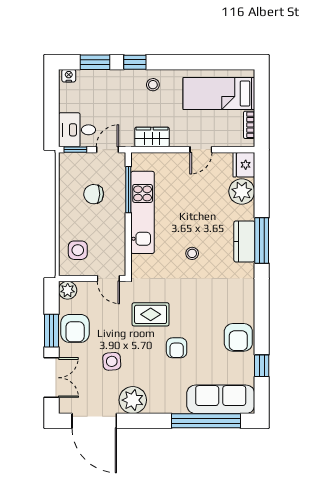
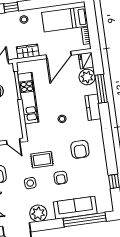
door: (201, 150) -> (59, 55), width x1.87
window: (262, 240) -> (101, 89), moved
armchair: (238, 337) -> (80, 149), moved
side table: (112, 361) -> (30, 183), moved
sofa: (221, 399) -> (75, 208), moved

